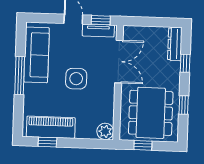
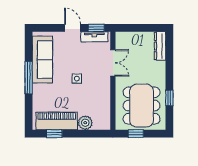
double door: (119, 62) -> (113, 63), width x0.73
window: (185, 63) -> (169, 62), removed
side table: (76, 79) -> (77, 79), width x0.54, depth x0.54
plant: (105, 131) -> (85, 123), moved

